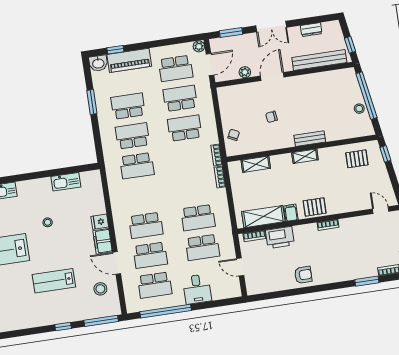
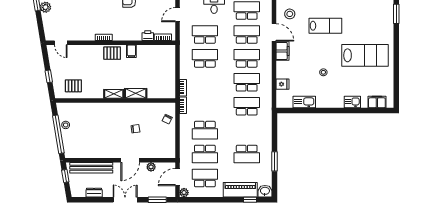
school desk: (132, 136) -> (247, 82), moved, turned 180
bench: (310, 139) -> (108, 107), removed
window: (385, 154) -> (49, 76), moved
shelving: (256, 164) -> (136, 93), moved
shelving: (263, 217) -> (153, 52), removed
fridge: (100, 222) -> (282, 84), moved
printer: (280, 237) -> (148, 36), width x0.53, depth x0.68
door: (240, 267) -> (178, 15), swing flipped

